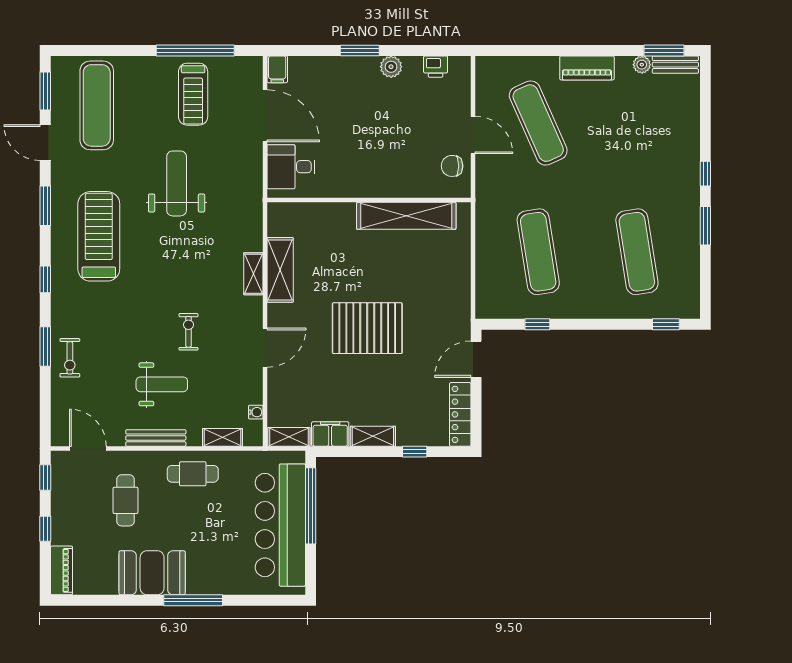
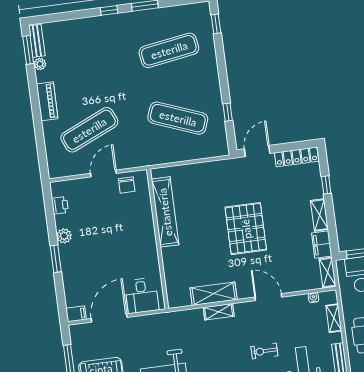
exercise mat: (538, 252) -> (178, 118), turned 30
door: (476, 359) -> (257, 151), swing flipped

